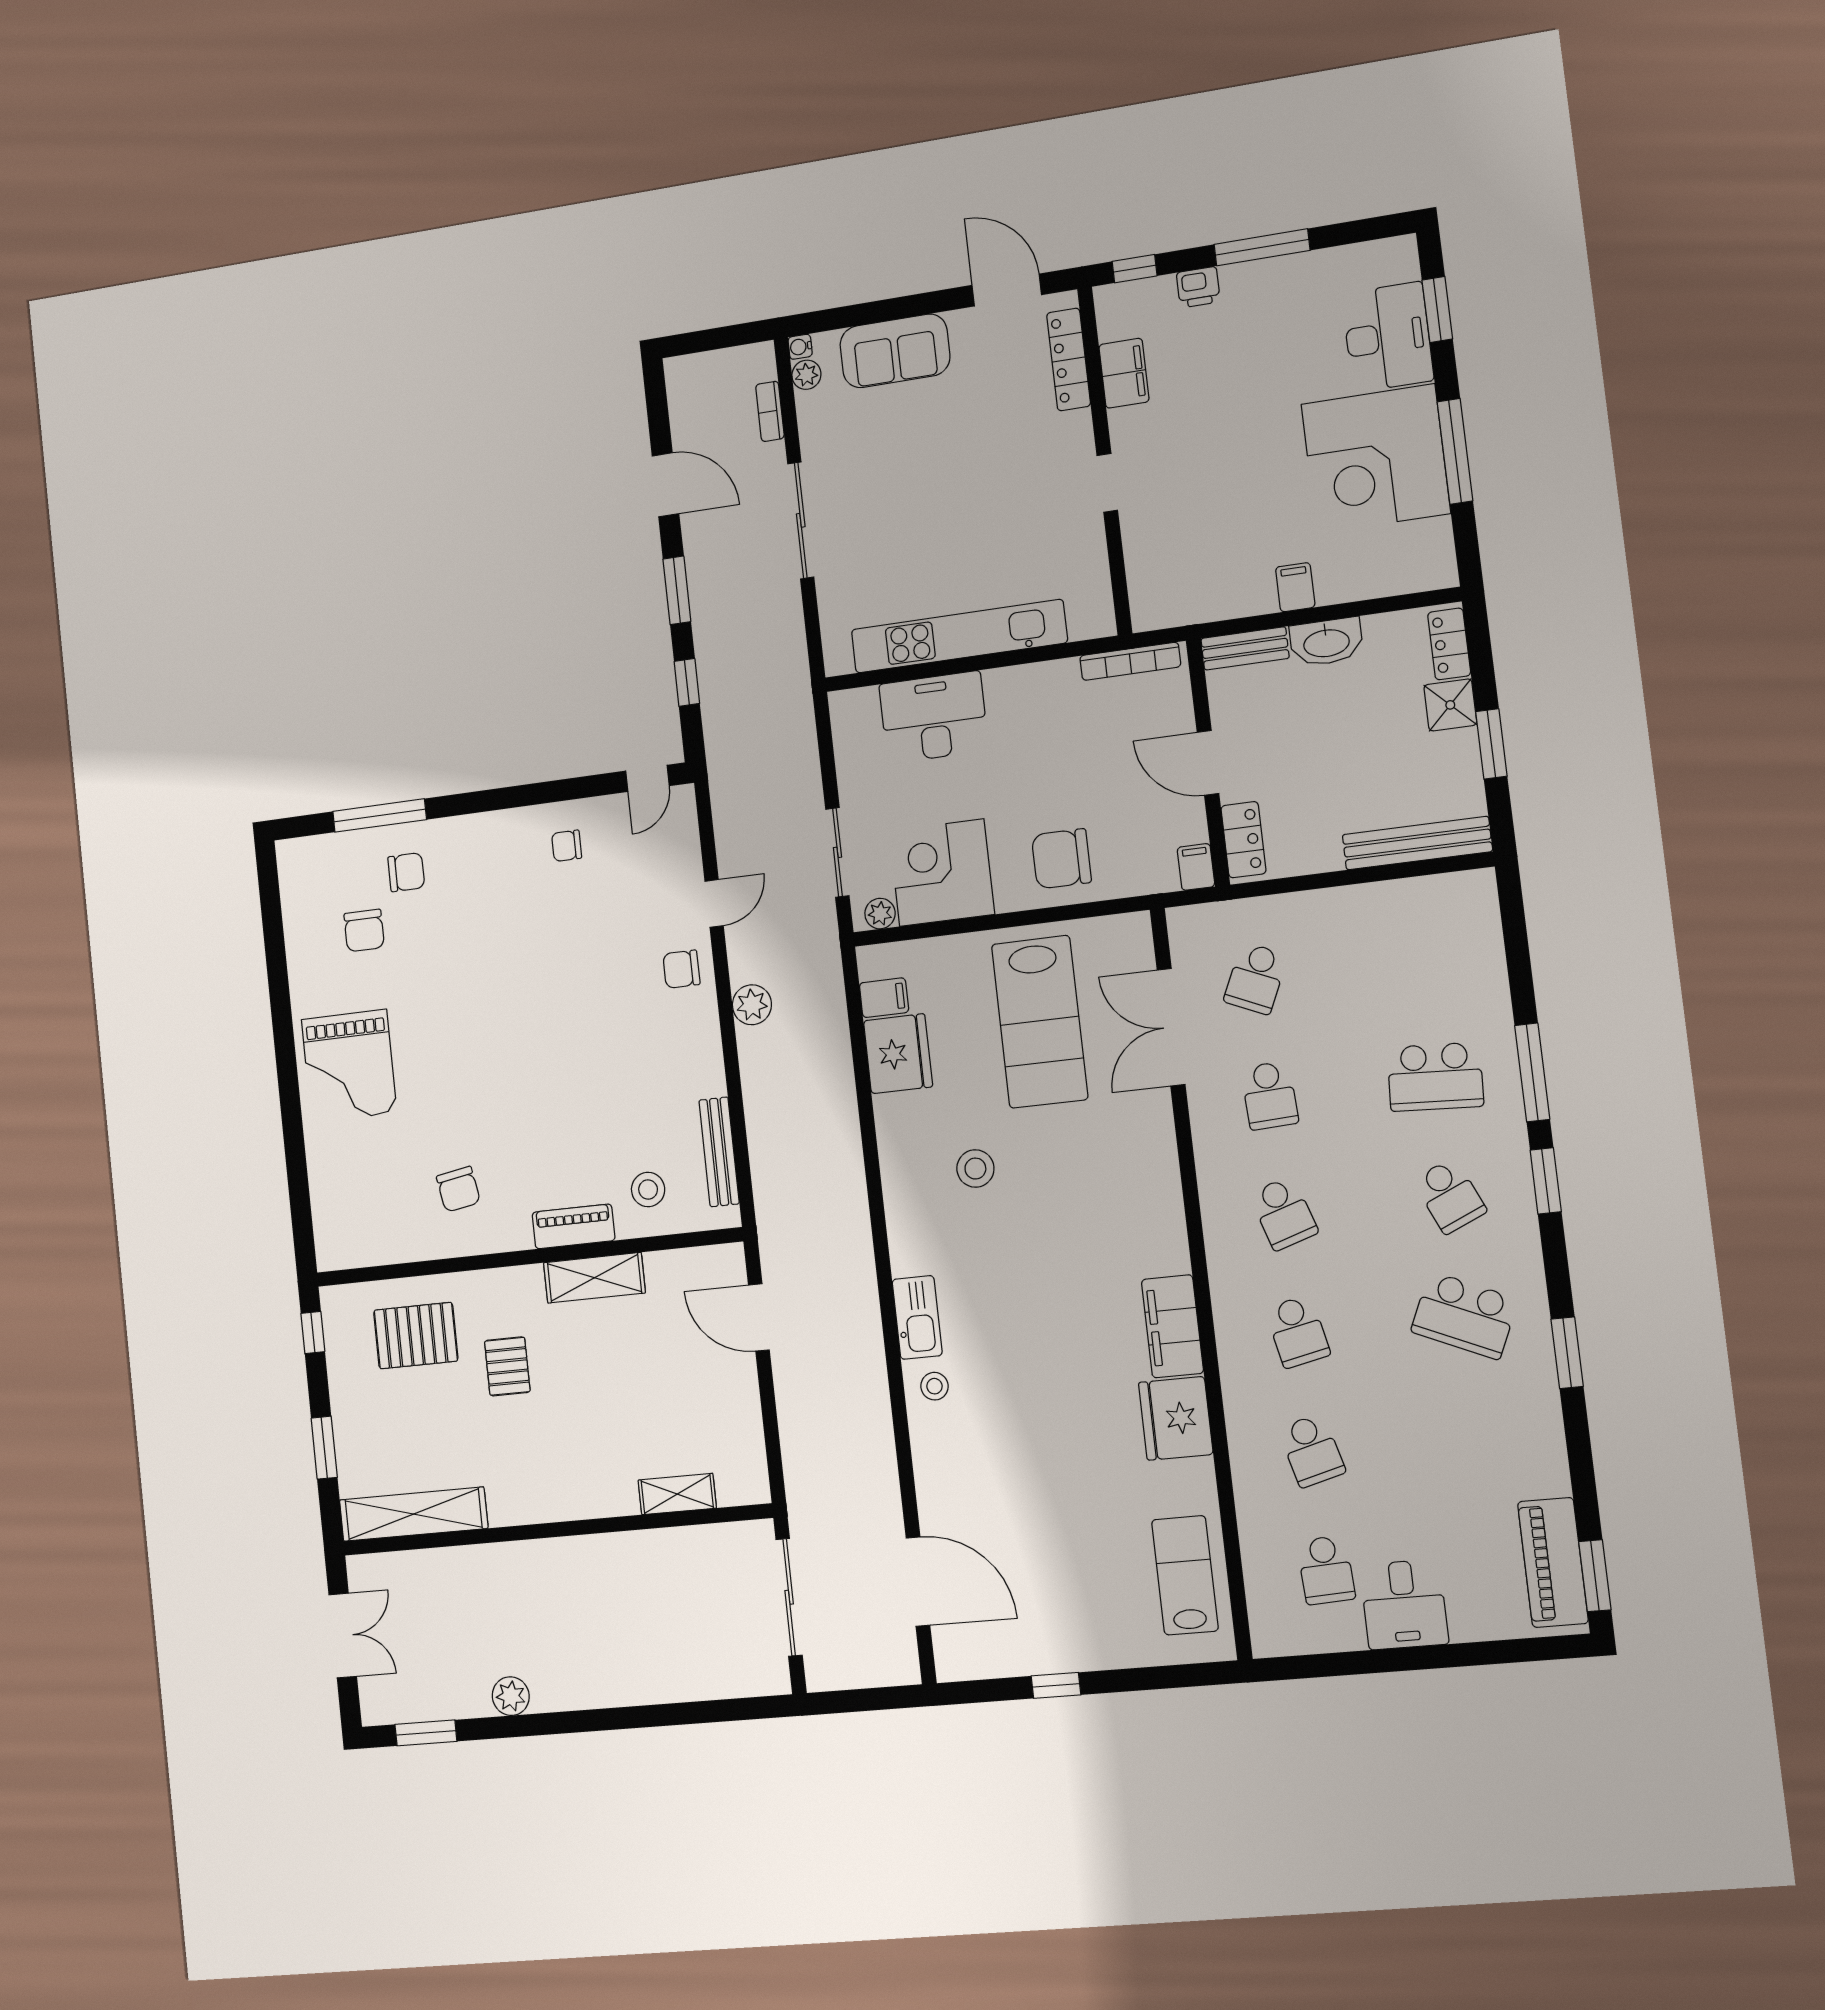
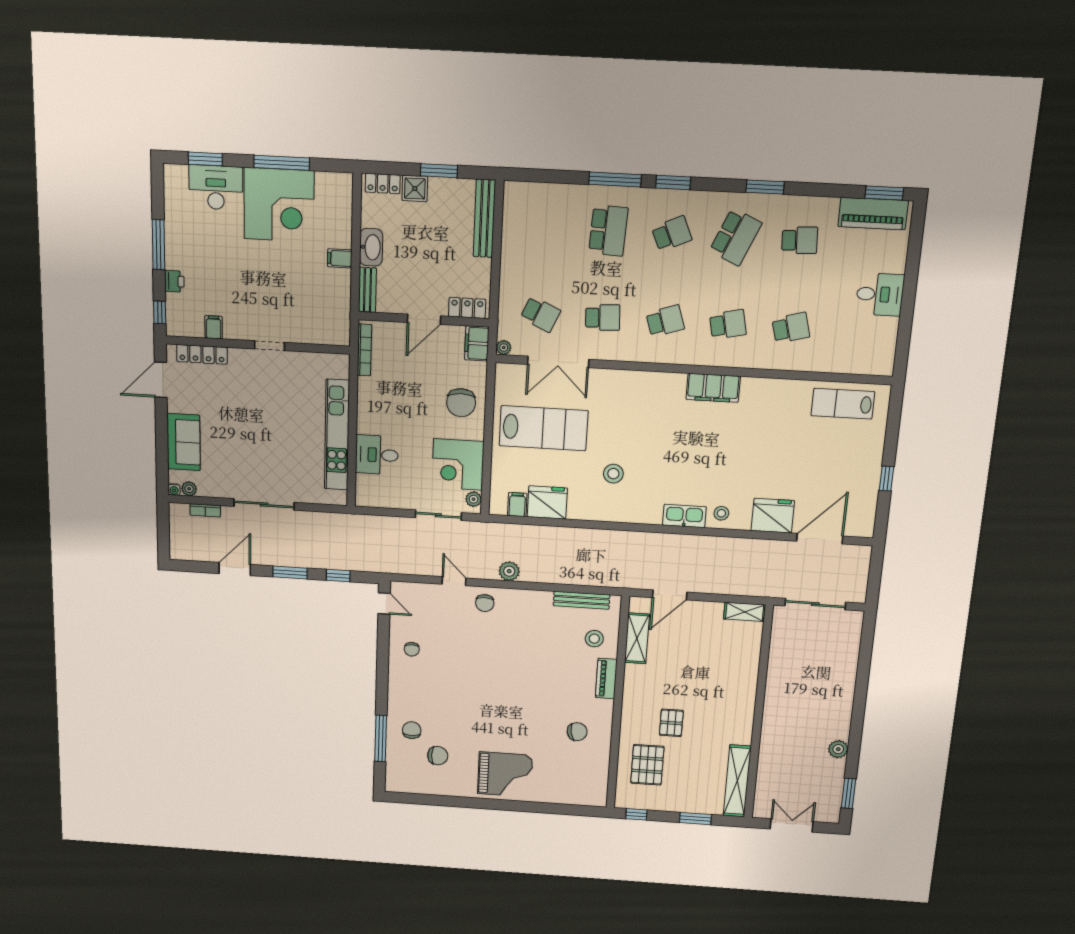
filing cabinet: (1124, 373) -> (214, 327), width x0.50
desk: (934, 717) -> (377, 455), width x0.73
filing cabinet: (1196, 867) -> (477, 343), width x2.00
plant: (1180, 921) -> (504, 348), added
shelving: (594, 1278) -> (637, 638), moved
pallet: (507, 1366) -> (671, 723), turned 90
fridge: (1176, 1418) -> (773, 516), moved, turned 180
shelving: (677, 1494) -> (745, 612), moved, turned 90
school desk: (1326, 1570) -> (800, 240), moved

